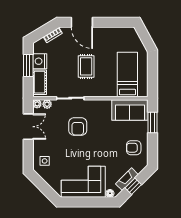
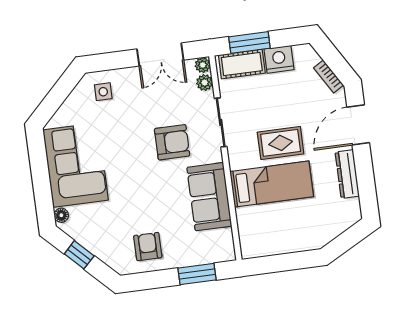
dresser: (108, 32) -> (347, 174), added
window: (28, 66) -> (249, 43), moved
bed: (127, 74) -> (272, 184), moved
sofa: (130, 110) -> (209, 197), moved
armchair: (78, 127) -> (172, 142), turned 180
fireplace: (127, 179) -> (90, 242), removed

